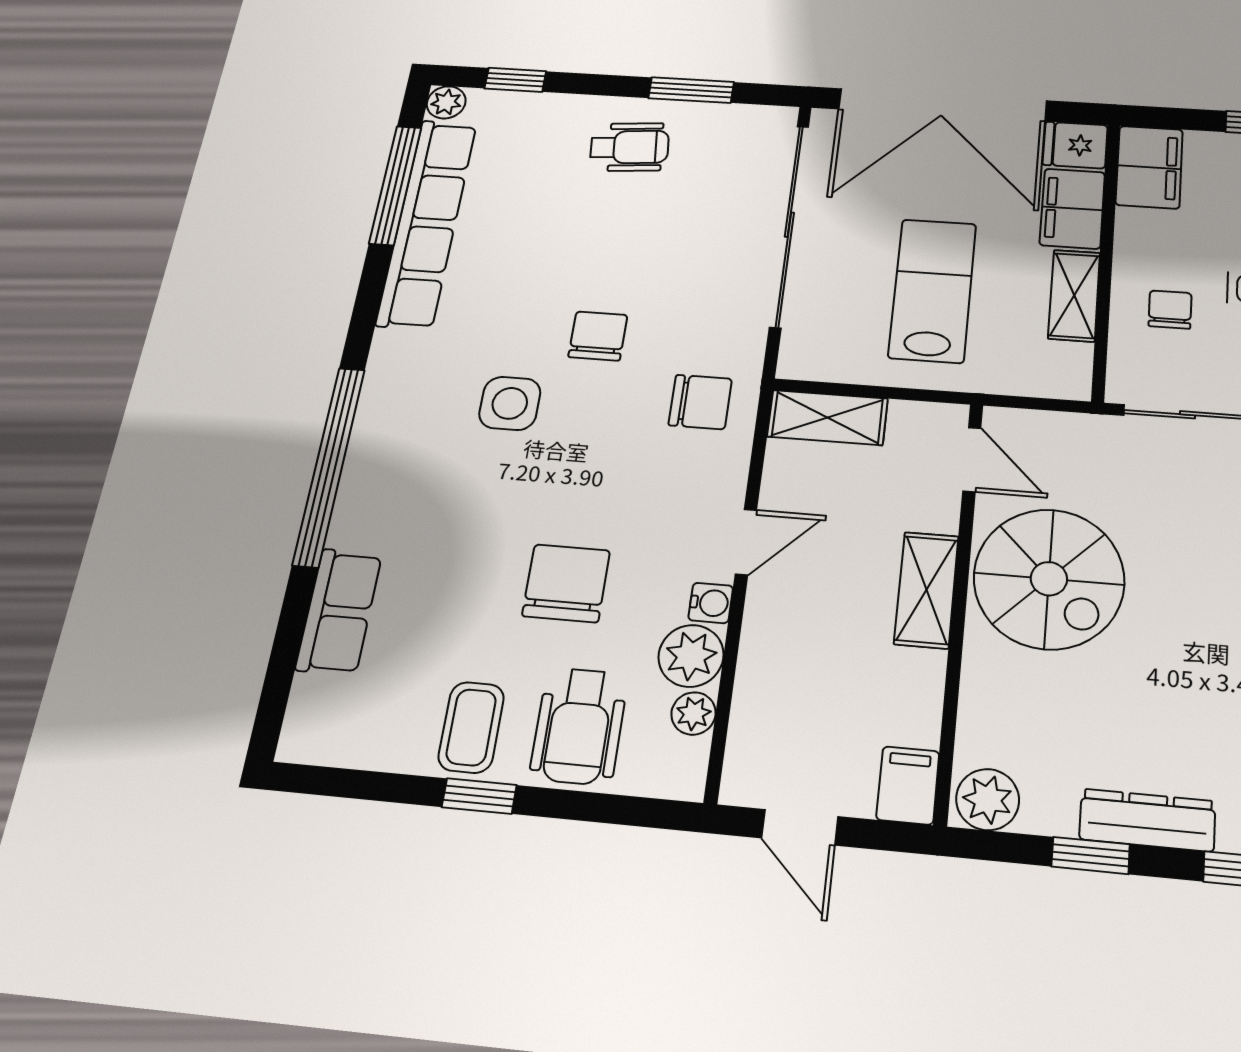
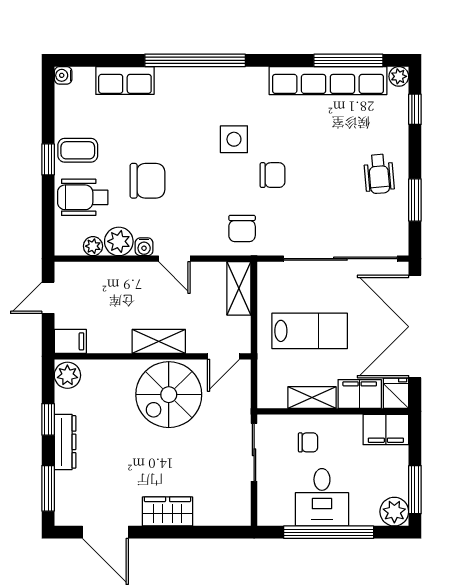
water cooler: (297, 744) -> (63, 75), added

